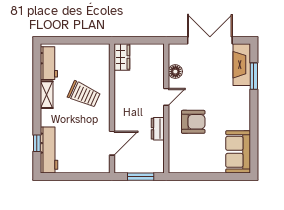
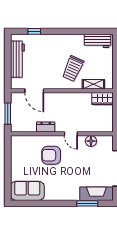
shelving: (47, 95) -> (93, 84), moved
armchair: (193, 122) -> (51, 155), turned 90
workbench: (49, 150) -> (17, 59), moved, turned -90

